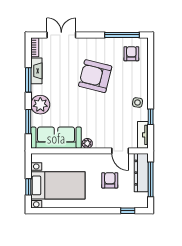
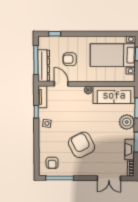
armchair: (95, 76) -> (82, 145), turned -131
armchair: (110, 180) -> (70, 59), turned 90

